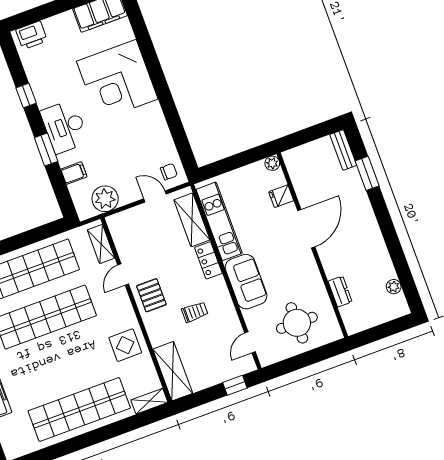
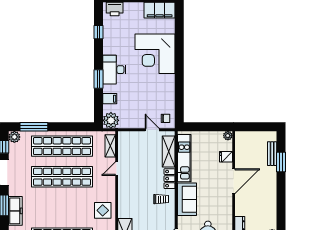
window: (26, 96) -> (98, 32), moved
bench: (343, 150) -> (272, 154), moved
plant: (105, 199) -> (111, 120), moved
pallet: (151, 295) -> (129, 187), removed
trolley: (195, 312) -> (161, 199), moved

